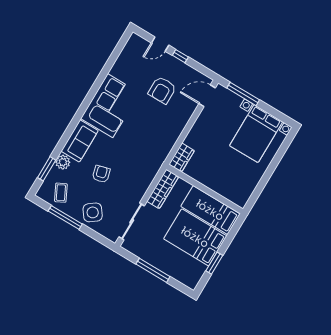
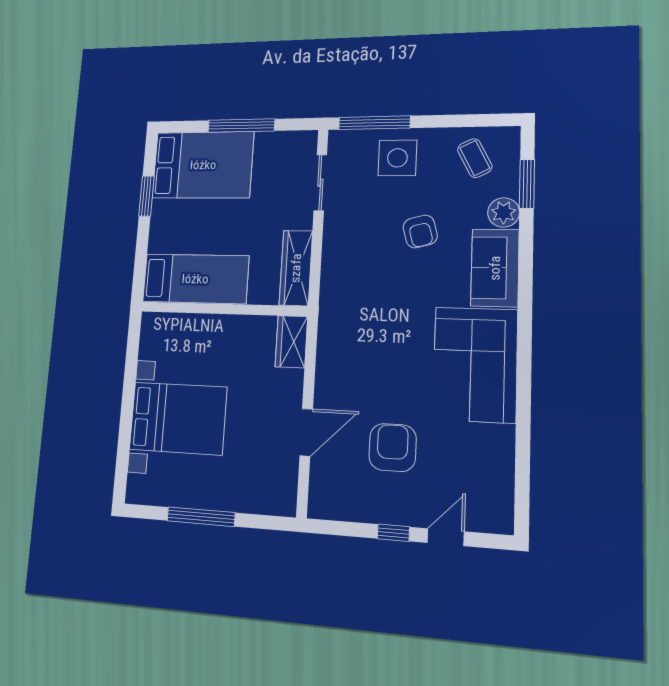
window: (243, 94) -> (201, 517), moved
door: (207, 96) -> (306, 432), moved
bed with nightstands: (256, 134) -> (178, 418), moved, turned 90
side table: (93, 212) -> (397, 158), turned 36
window: (65, 217) -> (374, 123), moved
sliding door: (132, 221) -> (320, 183), width x0.73
bed: (195, 237) -> (203, 165), moved

